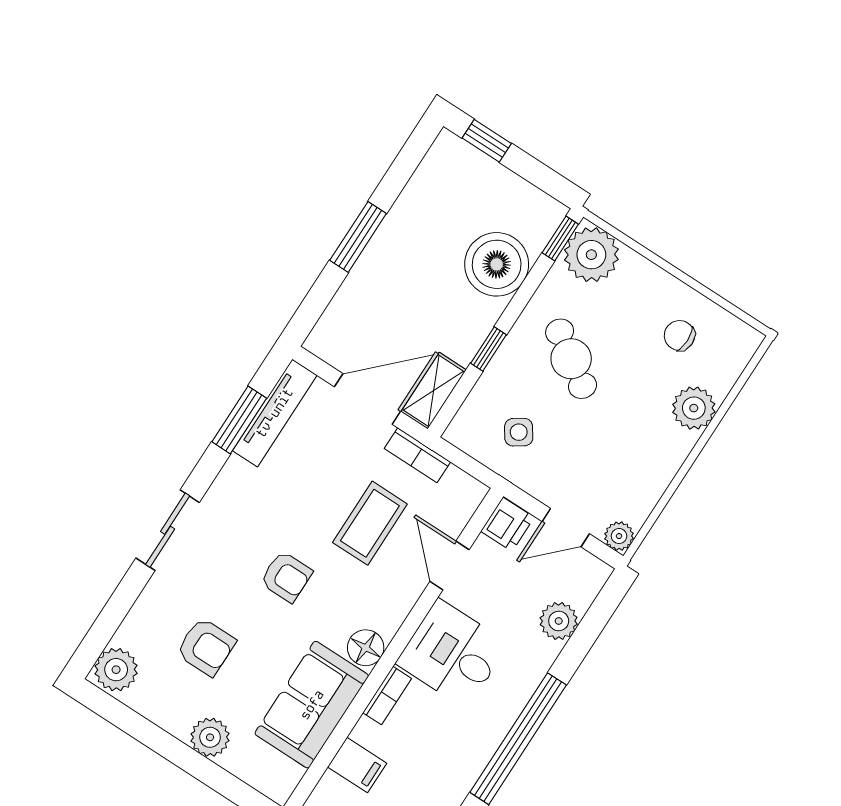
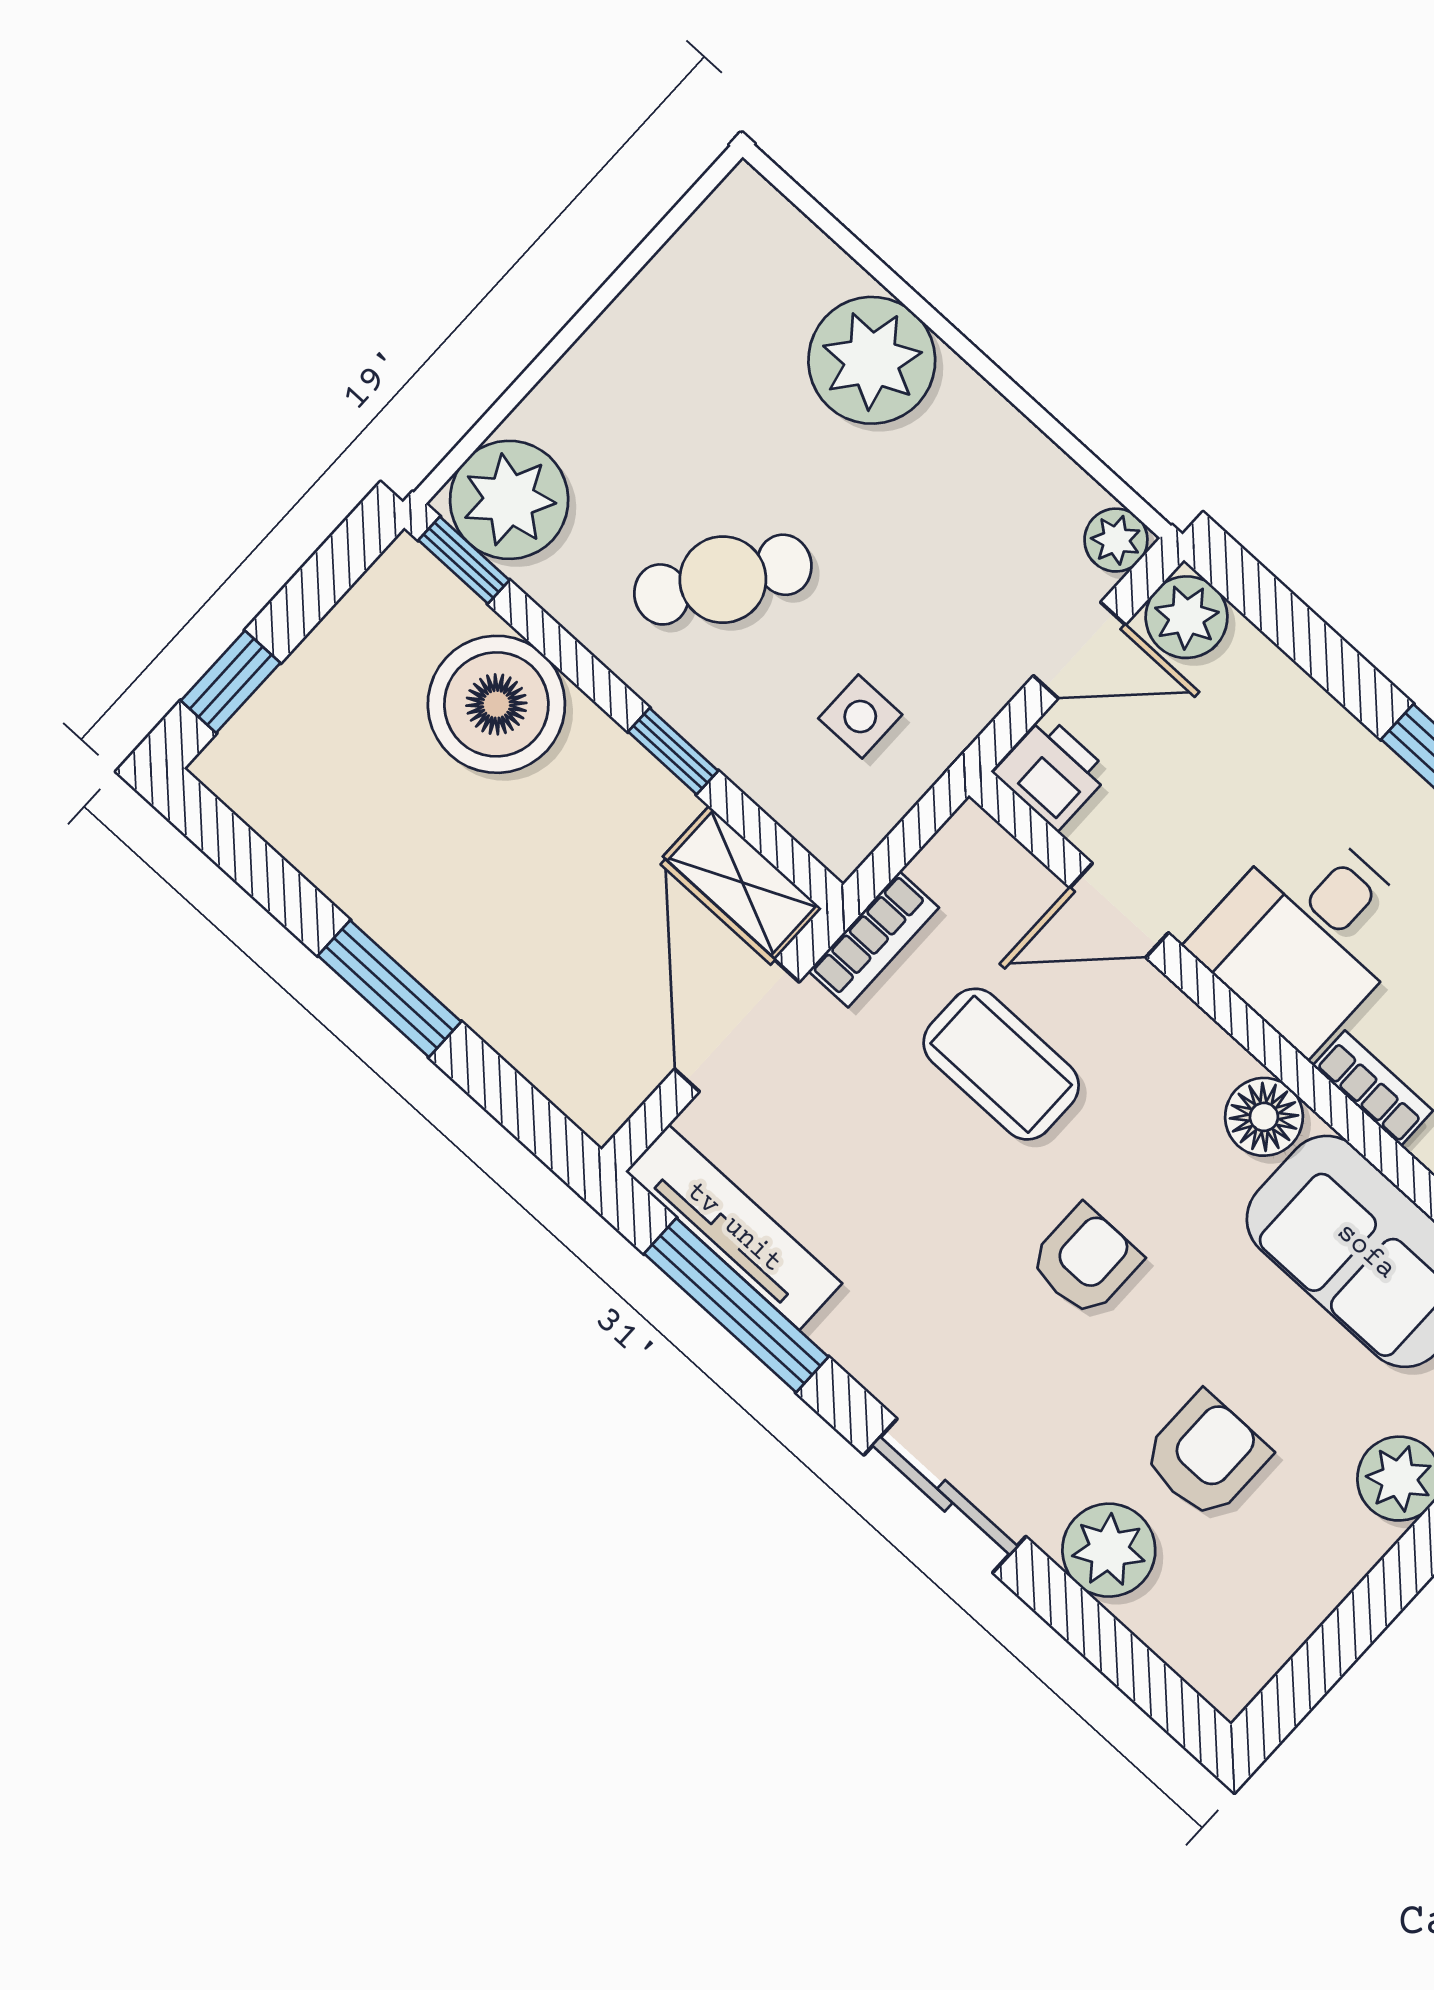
chair: (679, 335) -> (712, 341), removed
plant: (694, 408) -> (872, 360), width x1.36, depth x1.36
window: (239, 420) -> (736, 1305), width x1.44
side table: (519, 432) -> (860, 717), turned 34
door: (566, 528) -> (1079, 650), hinge flipped
plant: (559, 621) -> (1187, 617), moved
plant: (116, 670) -> (1109, 1550), moved

